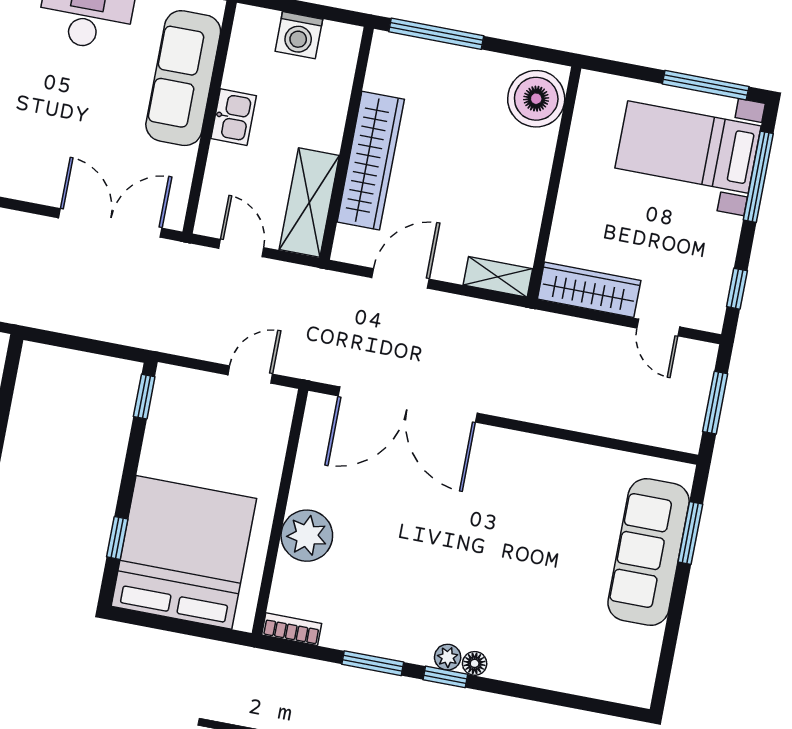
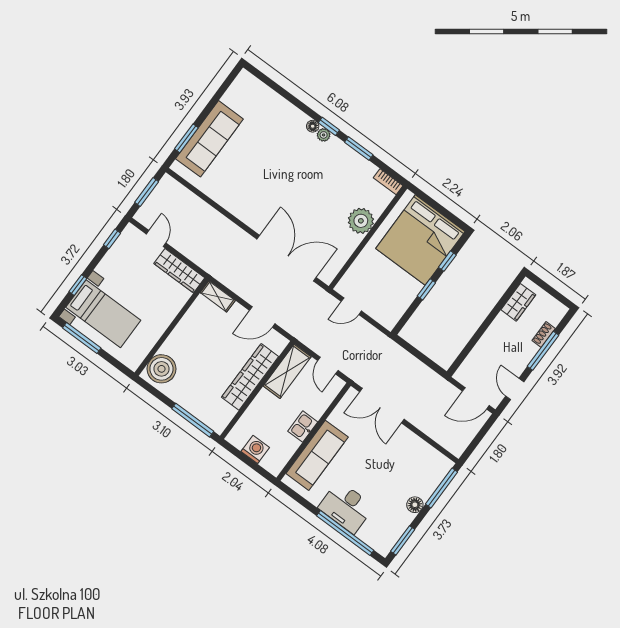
window: (758, 177) -> (78, 285), width x0.46
window: (144, 397) -> (426, 289), moved

